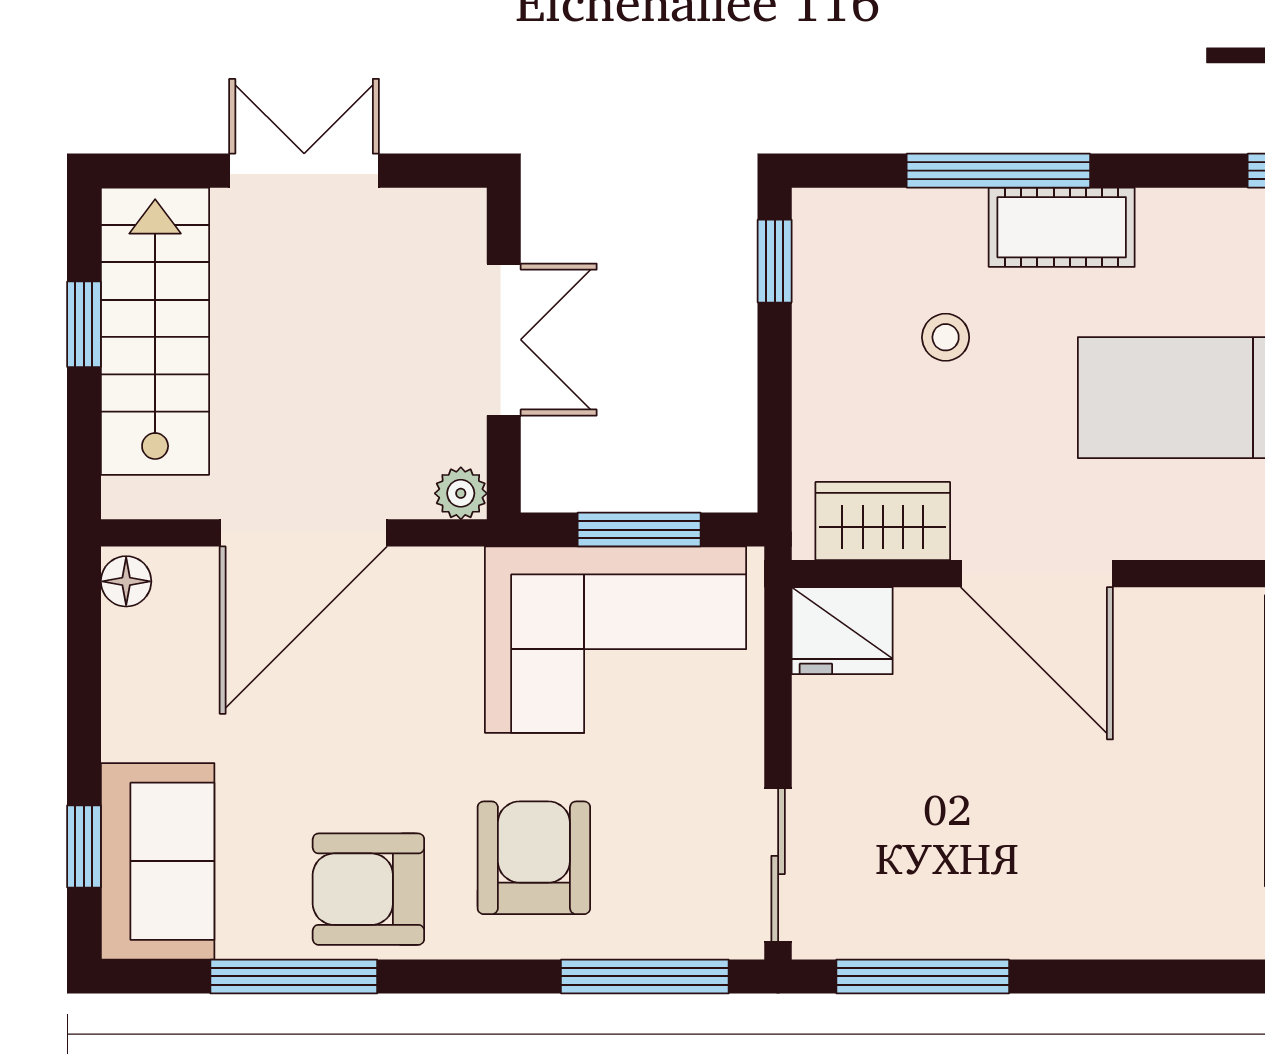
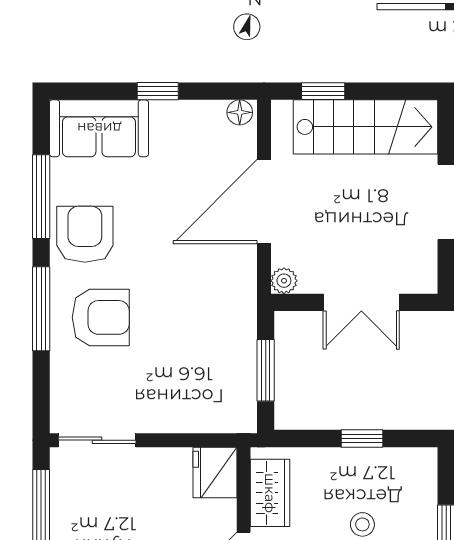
window: (775, 261) -> (362, 438), moved
window: (84, 324) -> (323, 91), moved
door: (303, 533) -> (264, 202), hinge flipped
corner sofa: (616, 640) -> (210, 359), removed
window: (84, 846) -> (158, 91), moved
window: (645, 976) -> (41, 309), moved

